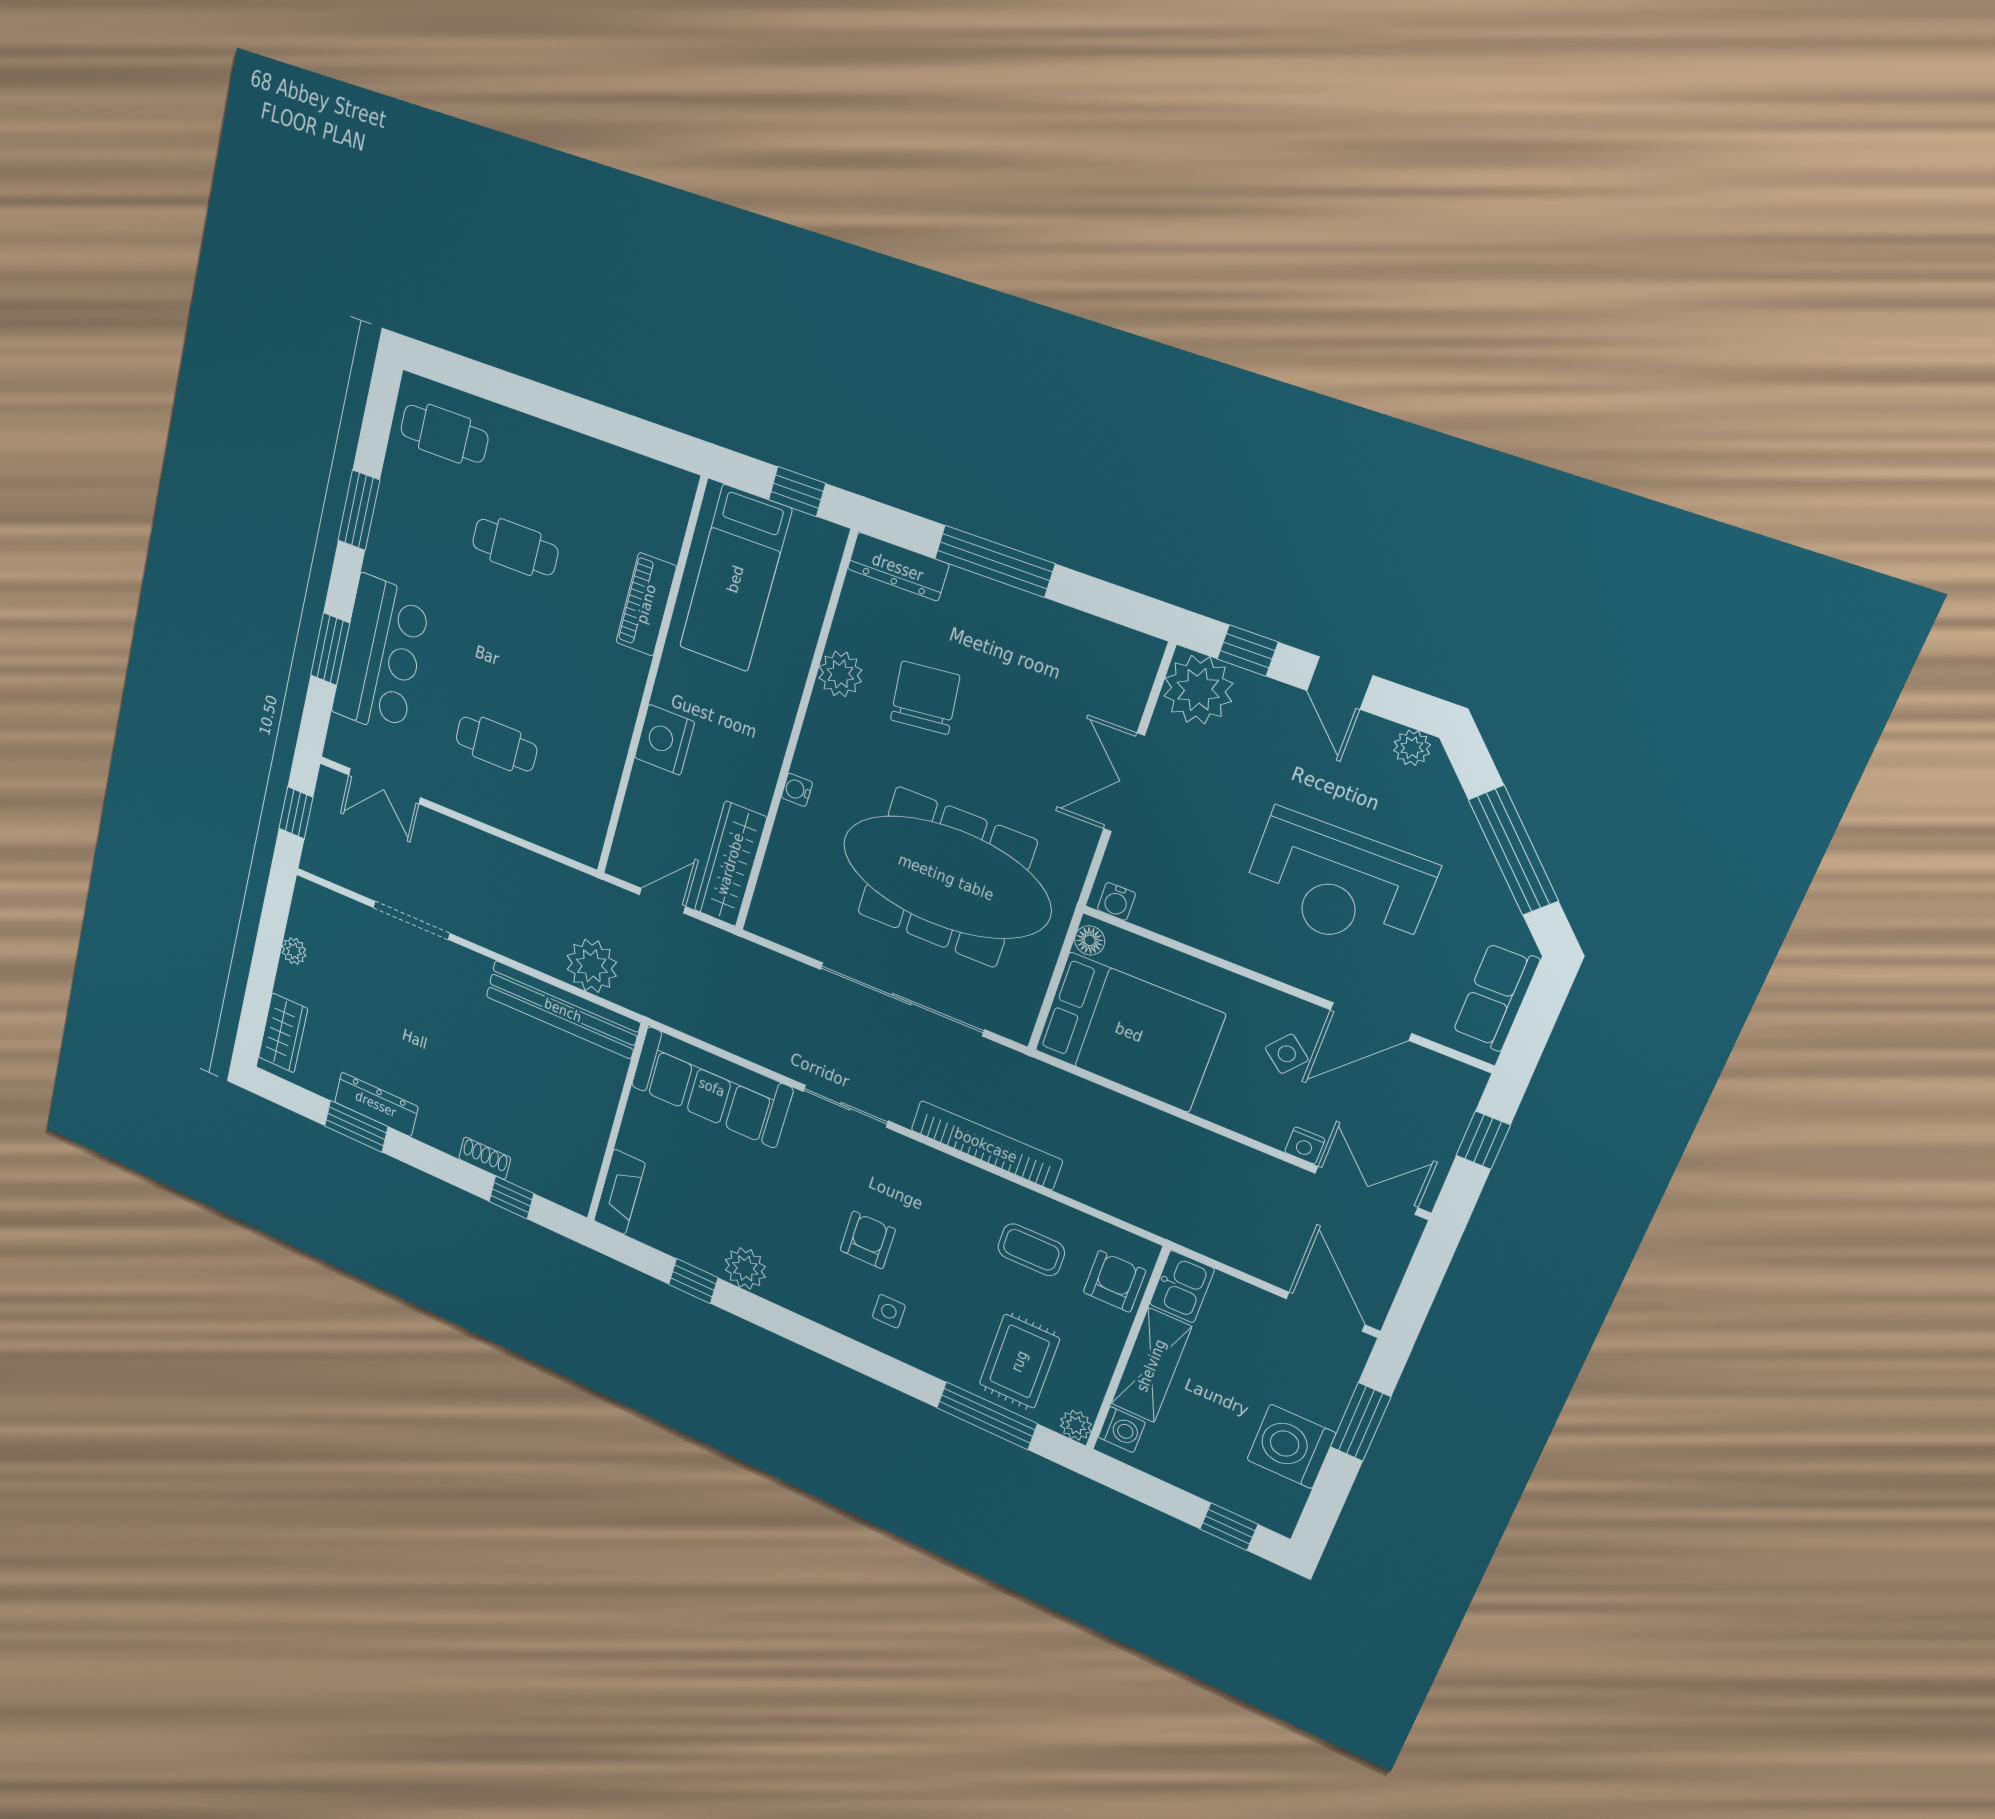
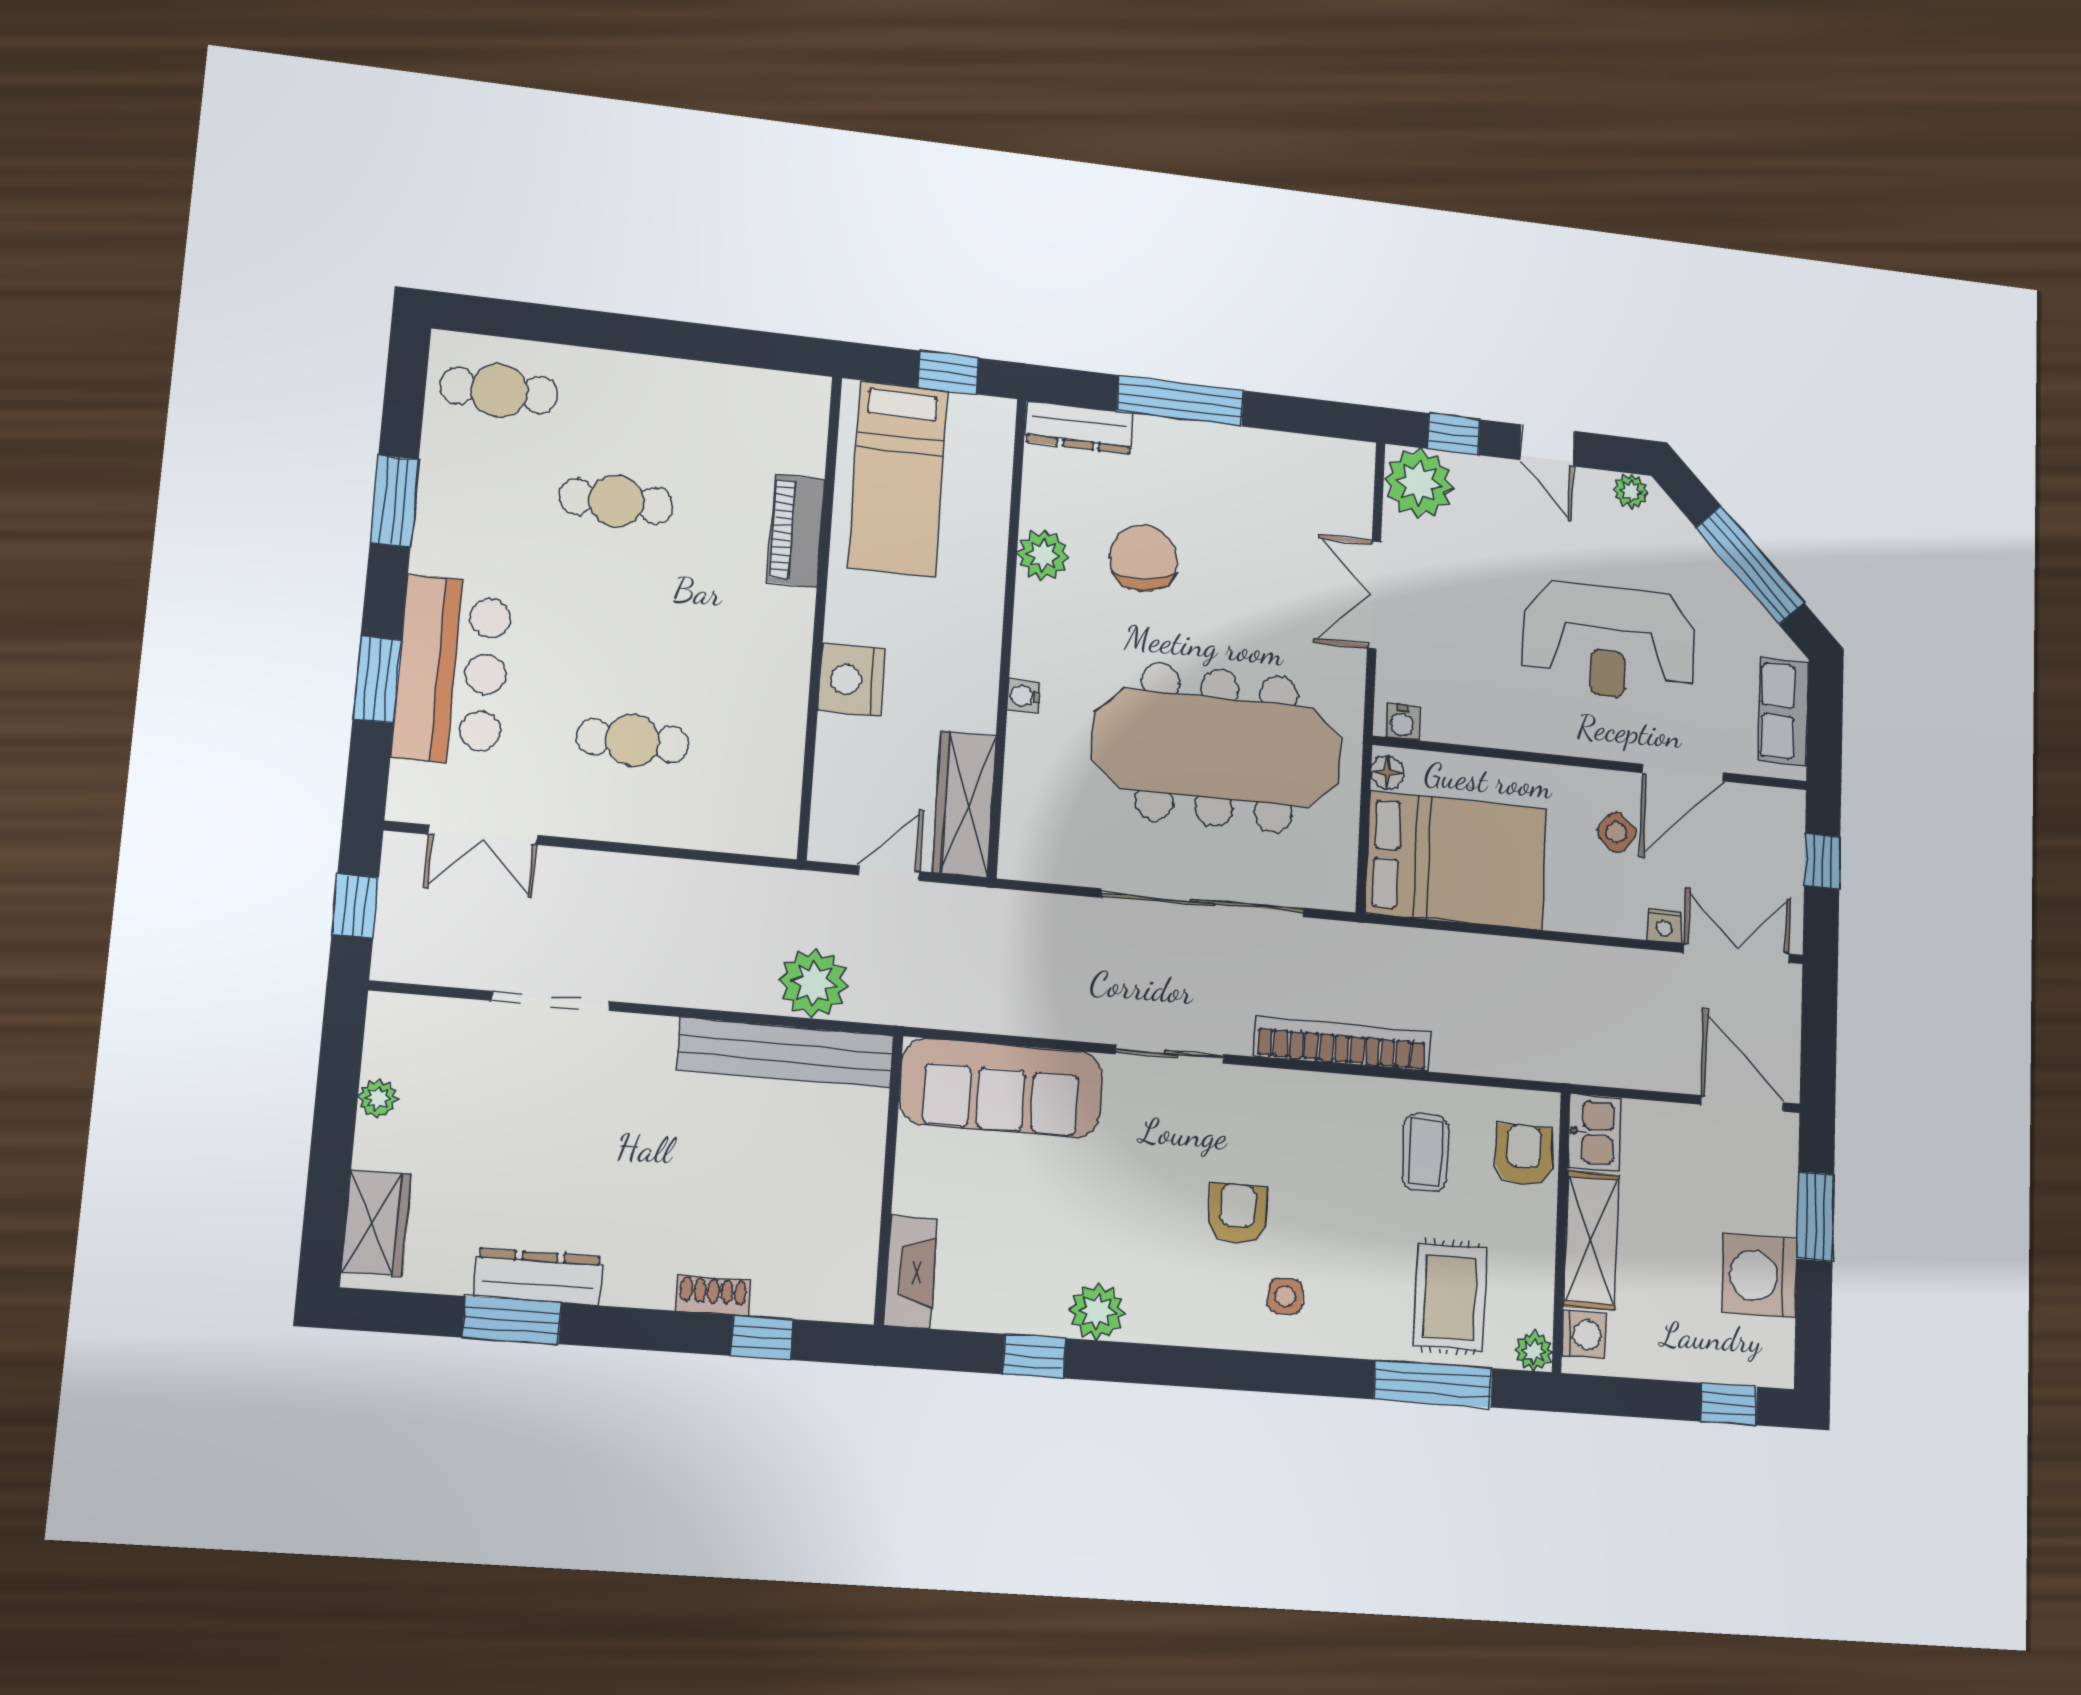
coffee table: (1031, 1250) -> (1425, 1152), turned 90

